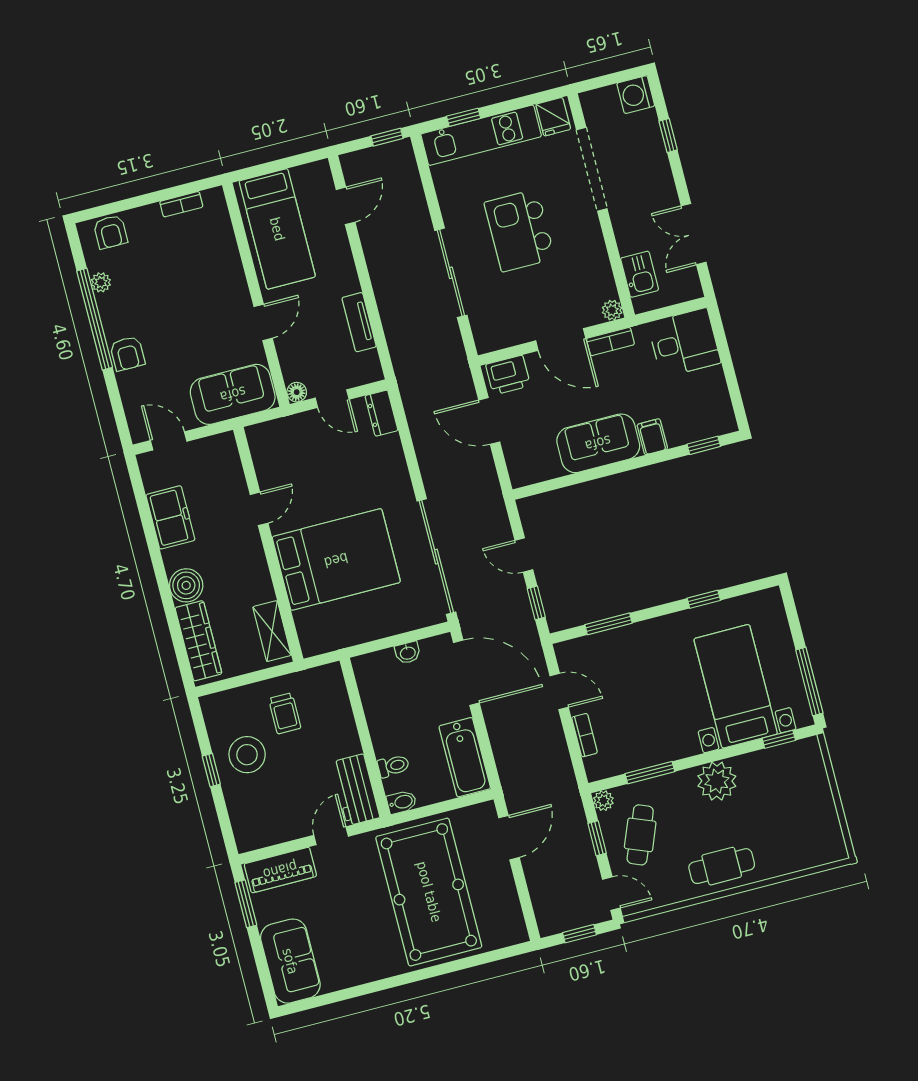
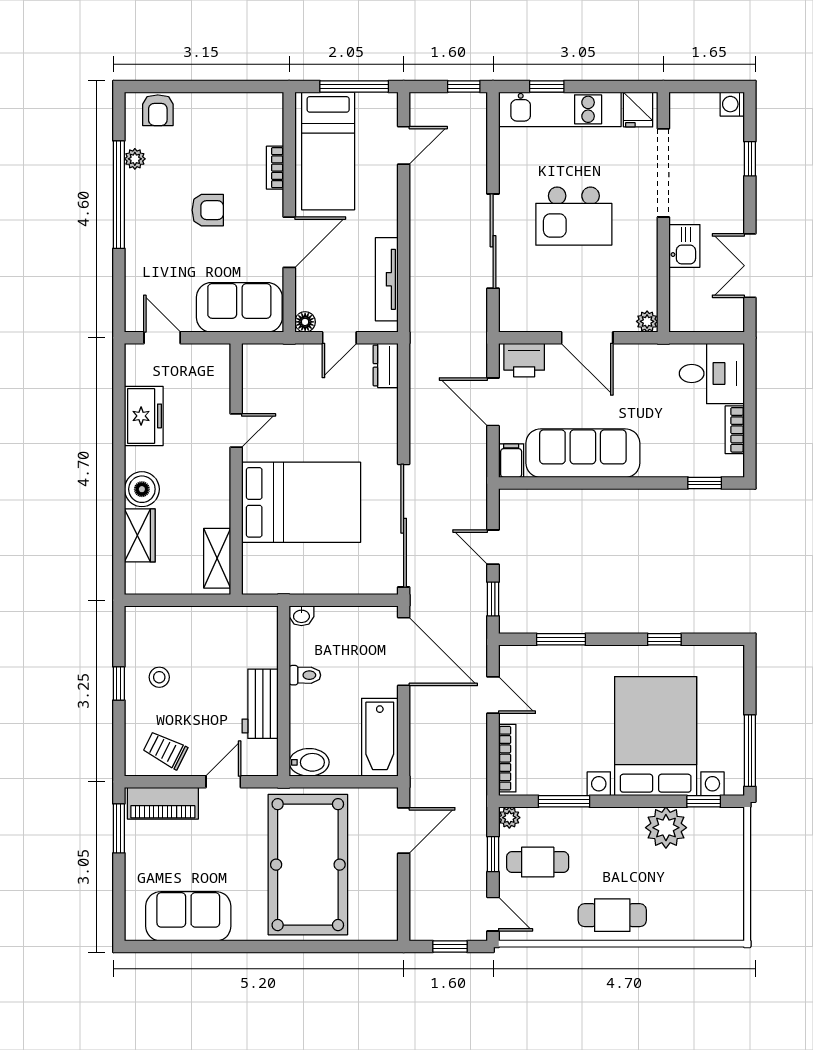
washing machine: (636, 95) -> (732, 104), width x0.73, depth x0.73
window: (286, 163) -> (354, 86), added
bookcase: (181, 204) -> (275, 168), moved, turned 90
kitchen island: (519, 230) -> (574, 216), turned -90
kitchen sink: (640, 274) -> (684, 246), moved
door: (263, 322) -> (289, 242), width x1.38
tv unit: (359, 322) -> (387, 279), width x1.41
bookcase: (610, 342) -> (735, 430), moved, turned 90
armchair: (127, 353) -> (208, 210), moved, turned -90
door: (332, 399) -> (339, 338), hinge flipped
filing cabinet: (652, 437) -> (511, 461), moved
sofa: (598, 443) -> (583, 453), width x1.36
wardrobe: (198, 641) -> (140, 535), width x0.67
washbasin: (408, 653) -> (301, 616), moved
bed with nightstands: (736, 686) -> (656, 736), width x1.36
trolley: (285, 713) -> (165, 750), moved, turned 117
bookcase: (584, 735) -> (507, 758), width x1.56
stool: (247, 755) -> (159, 677), width x0.53, depth x0.53
toilet: (393, 766) -> (305, 675), moved
plant: (717, 781) -> (666, 828), moved
workbench: (355, 790) -> (260, 704), moved
bidet: (402, 802) -> (309, 762), width x1.38, depth x1.36
cafe table: (640, 835) -> (538, 862), turned 68
sofa: (290, 961) -> (188, 916), moved, turned -90

